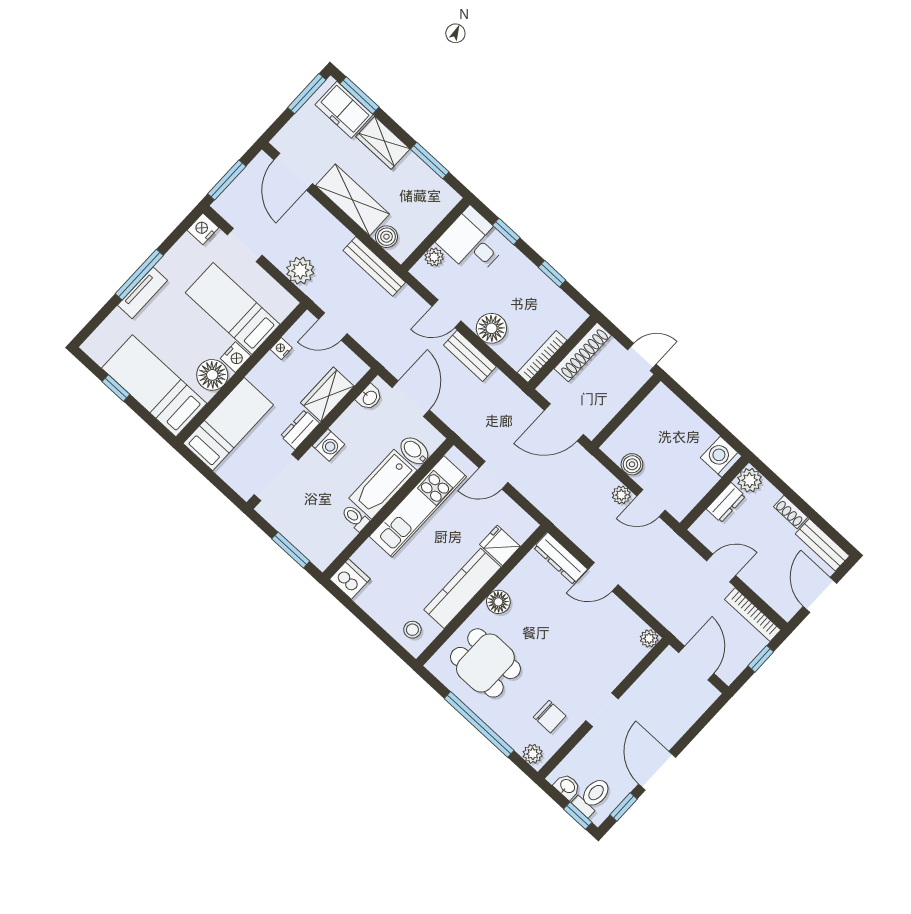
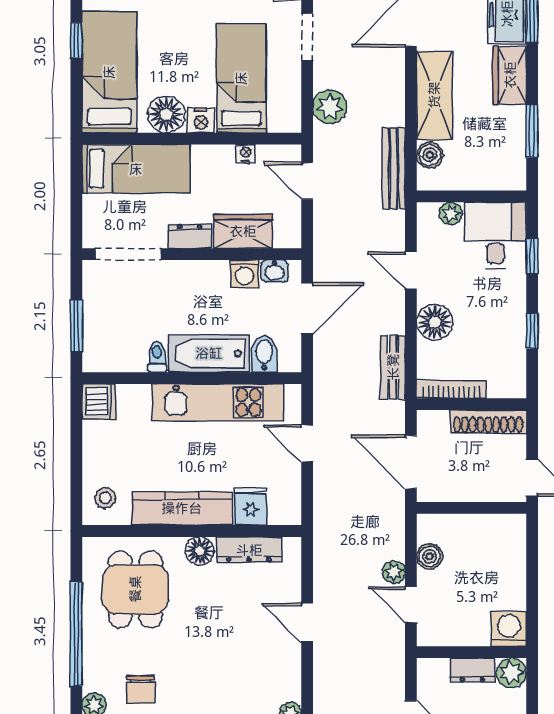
bench: (470, 356) -> (393, 367), moved
washing machine: (328, 445) -> (244, 274), moved
dresser: (561, 558) -> (249, 550), moved, turned -90

